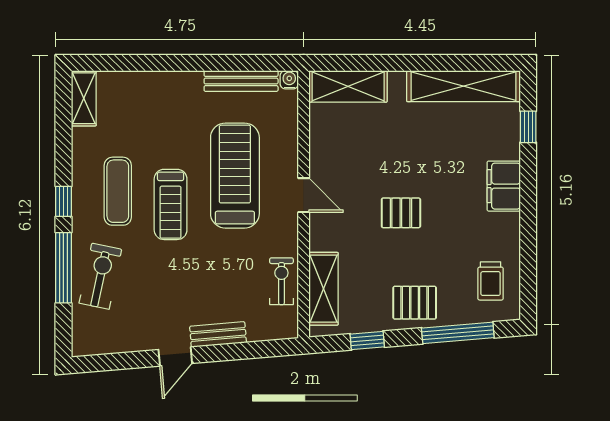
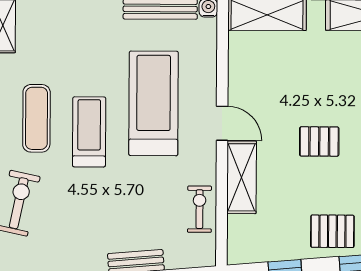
treadmill: (171, 204) -> (89, 132), turned 180
shelving: (323, 289) -> (242, 177), moved

